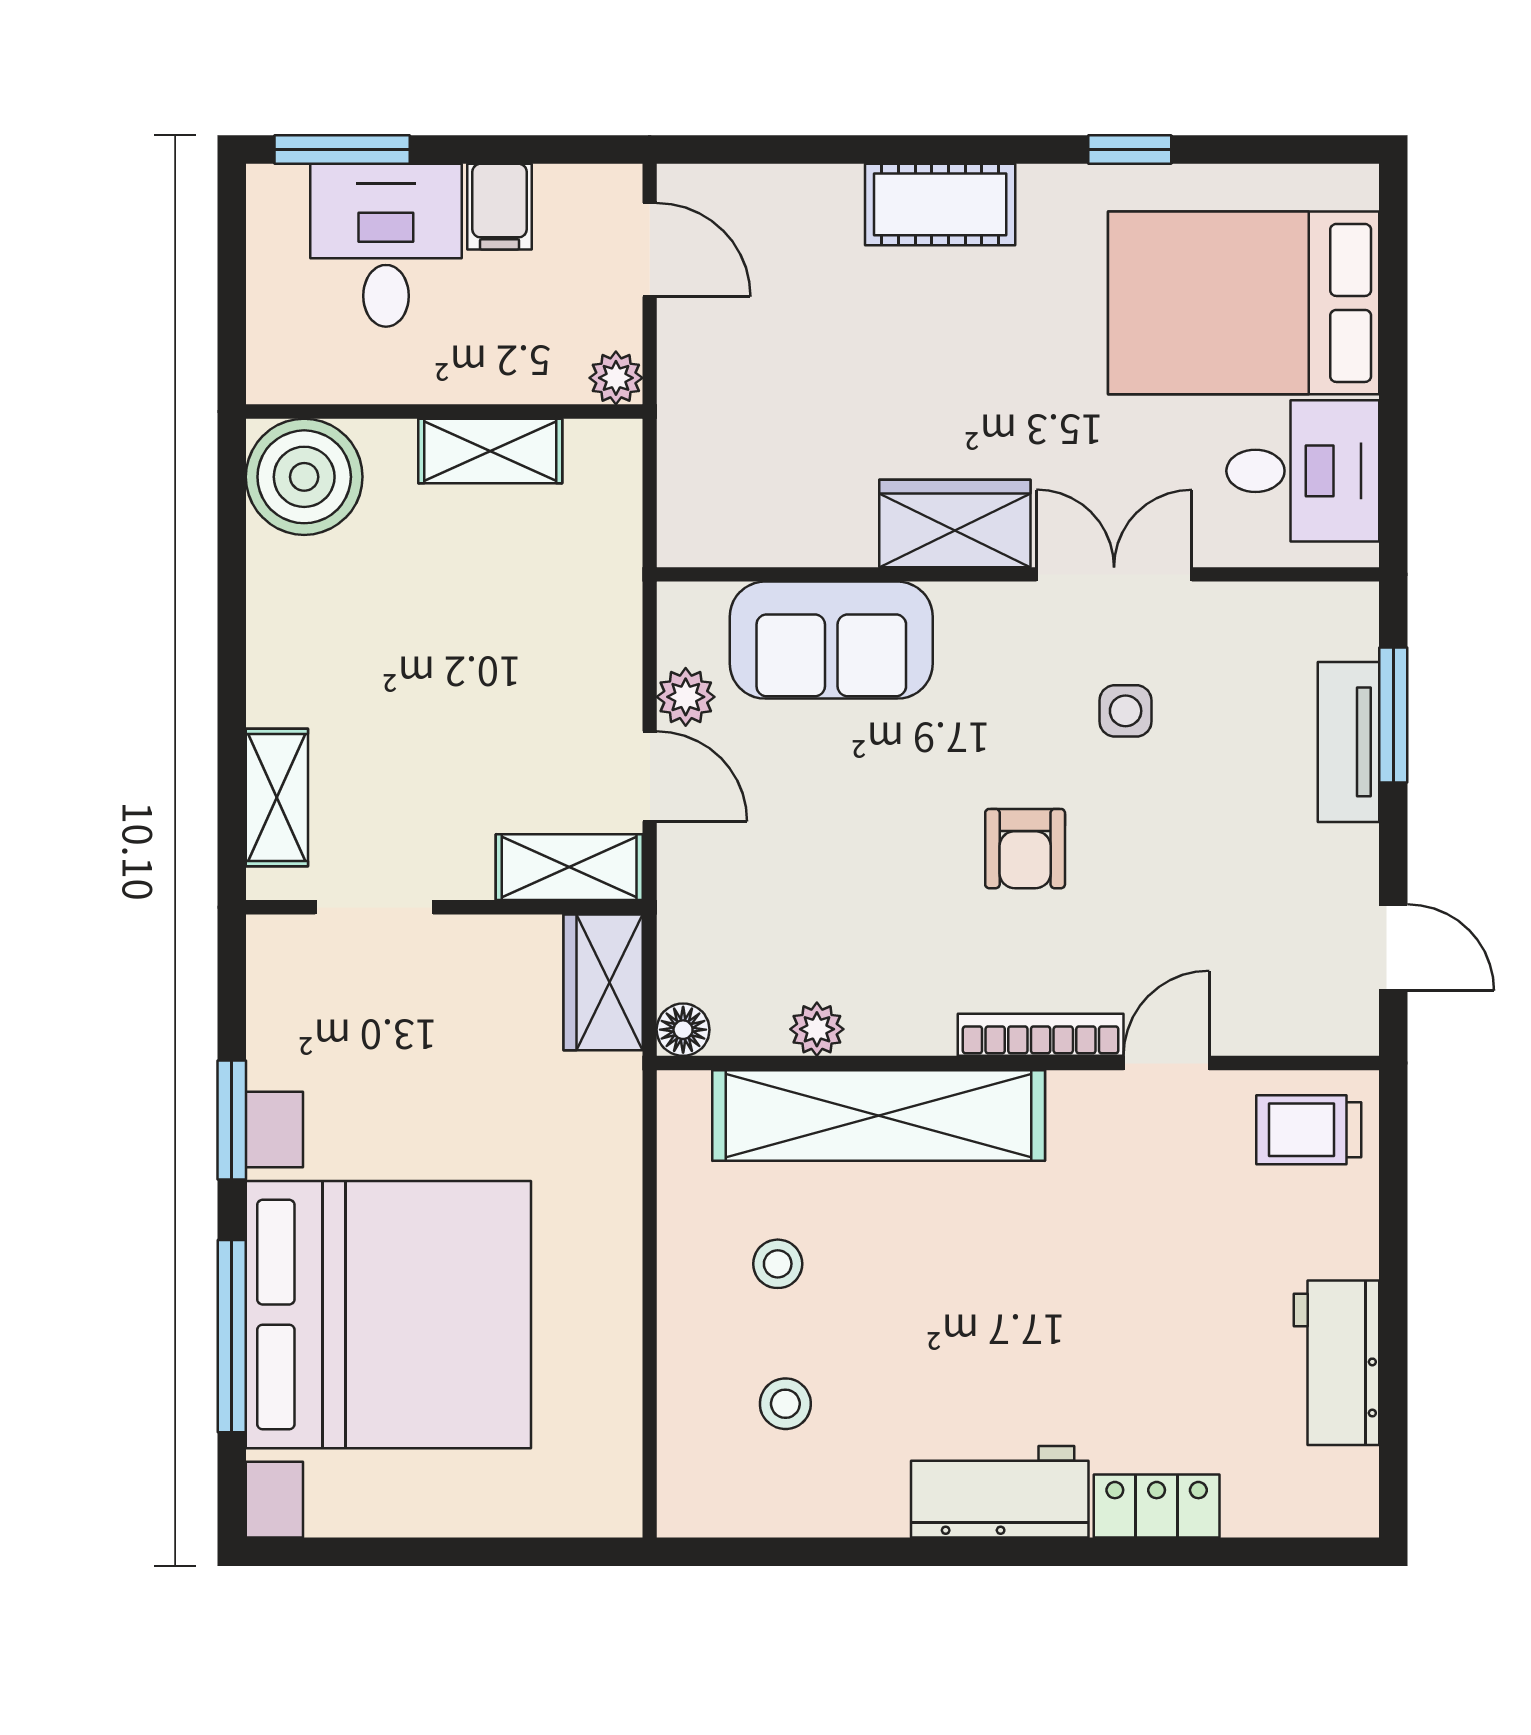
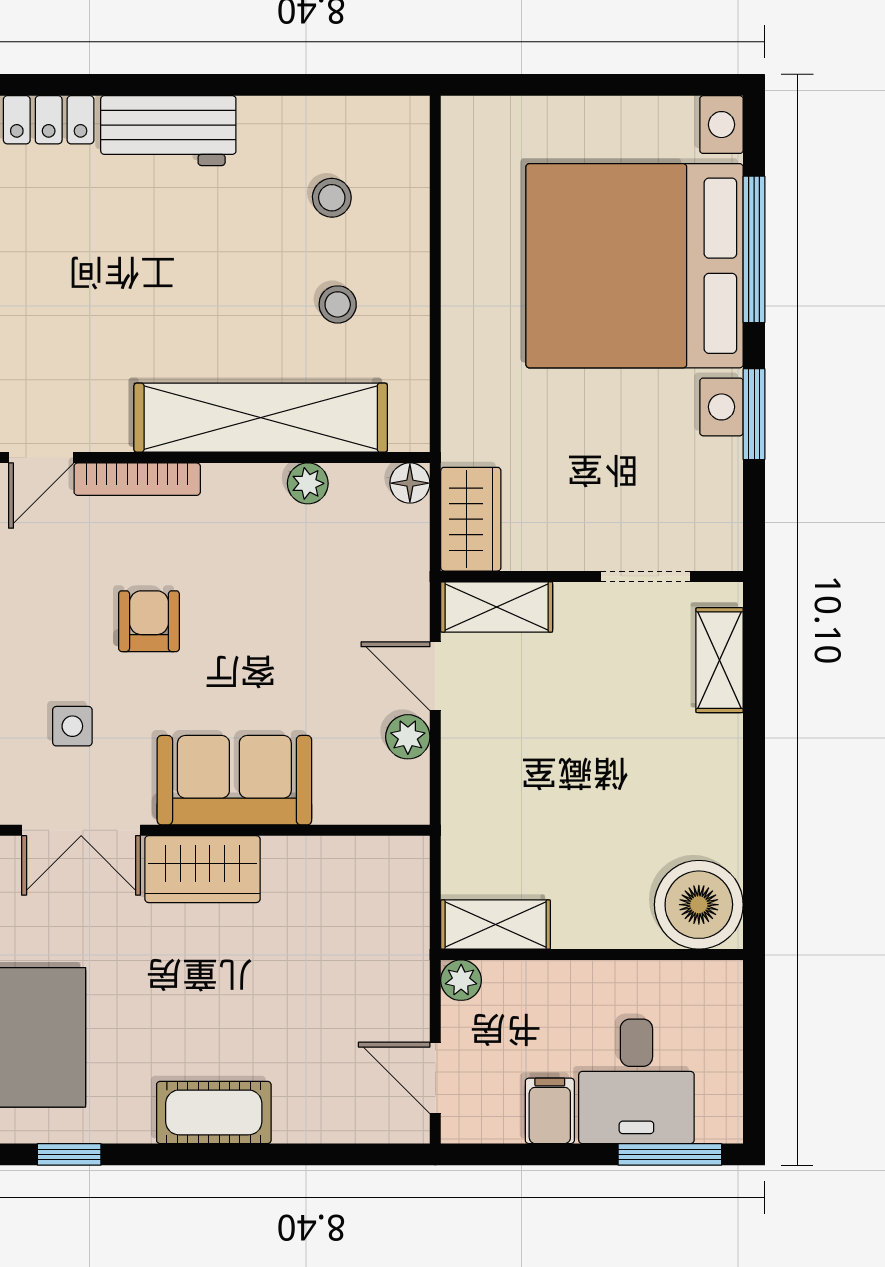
shelving: (490, 451) -> (496, 924), moved
sofa: (831, 640) -> (234, 780), moved

